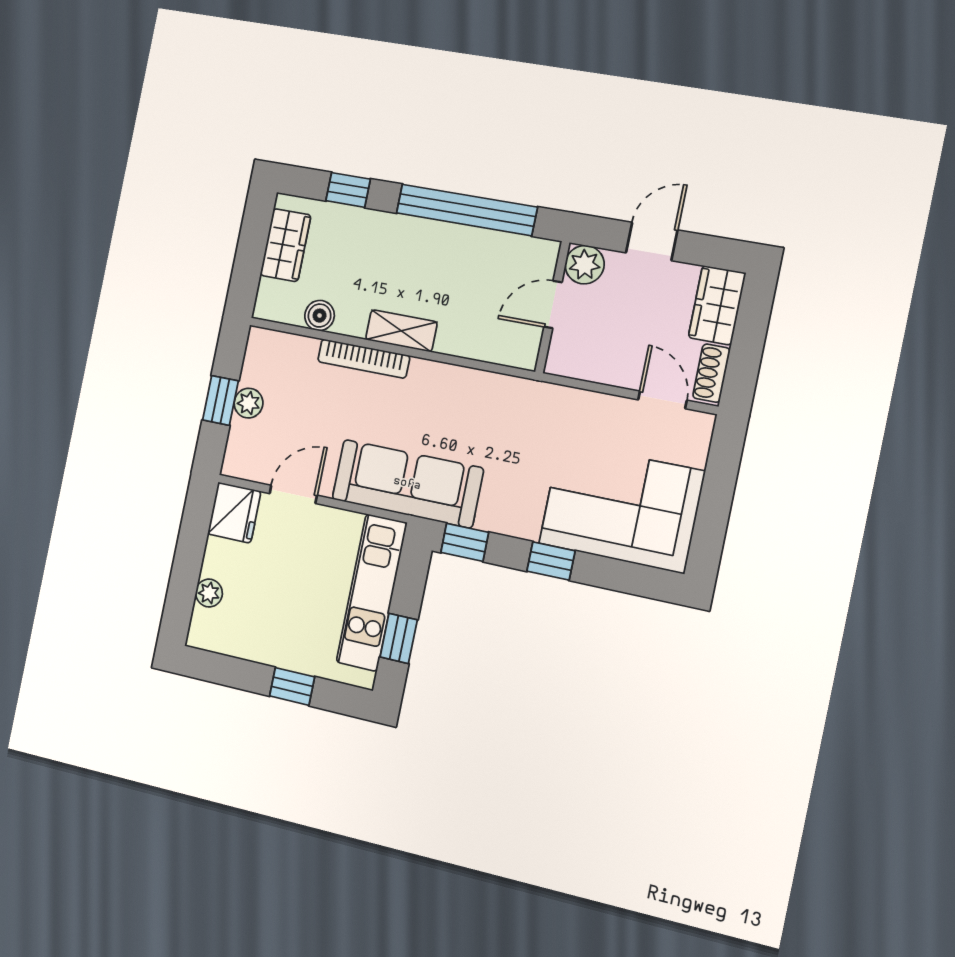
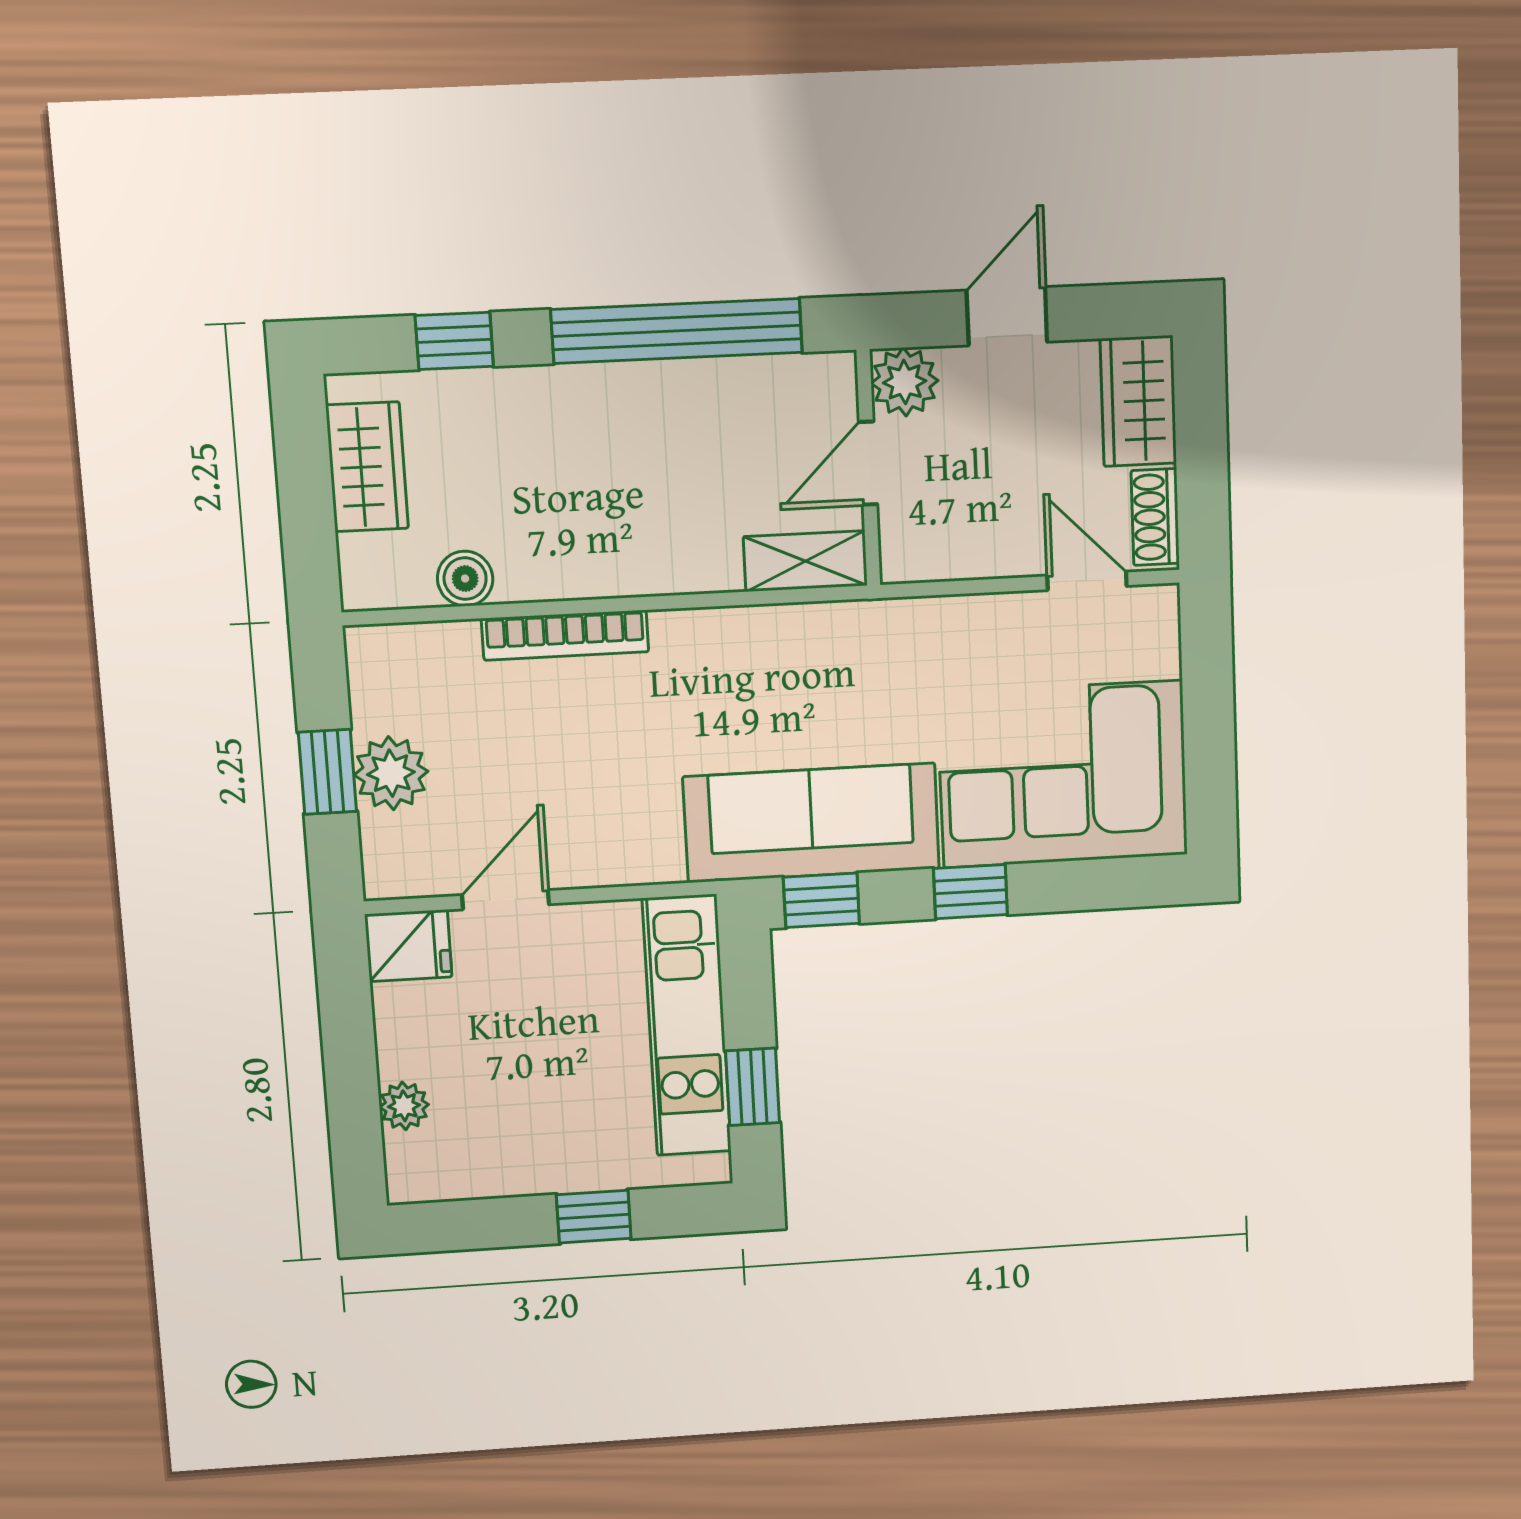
shelving: (401, 331) -> (805, 561), moved
plant: (249, 403) -> (391, 773), width x1.38, depth x1.38
sofa: (407, 484) -> (812, 823), moved
fridge: (234, 513) -> (408, 946), width x0.72

